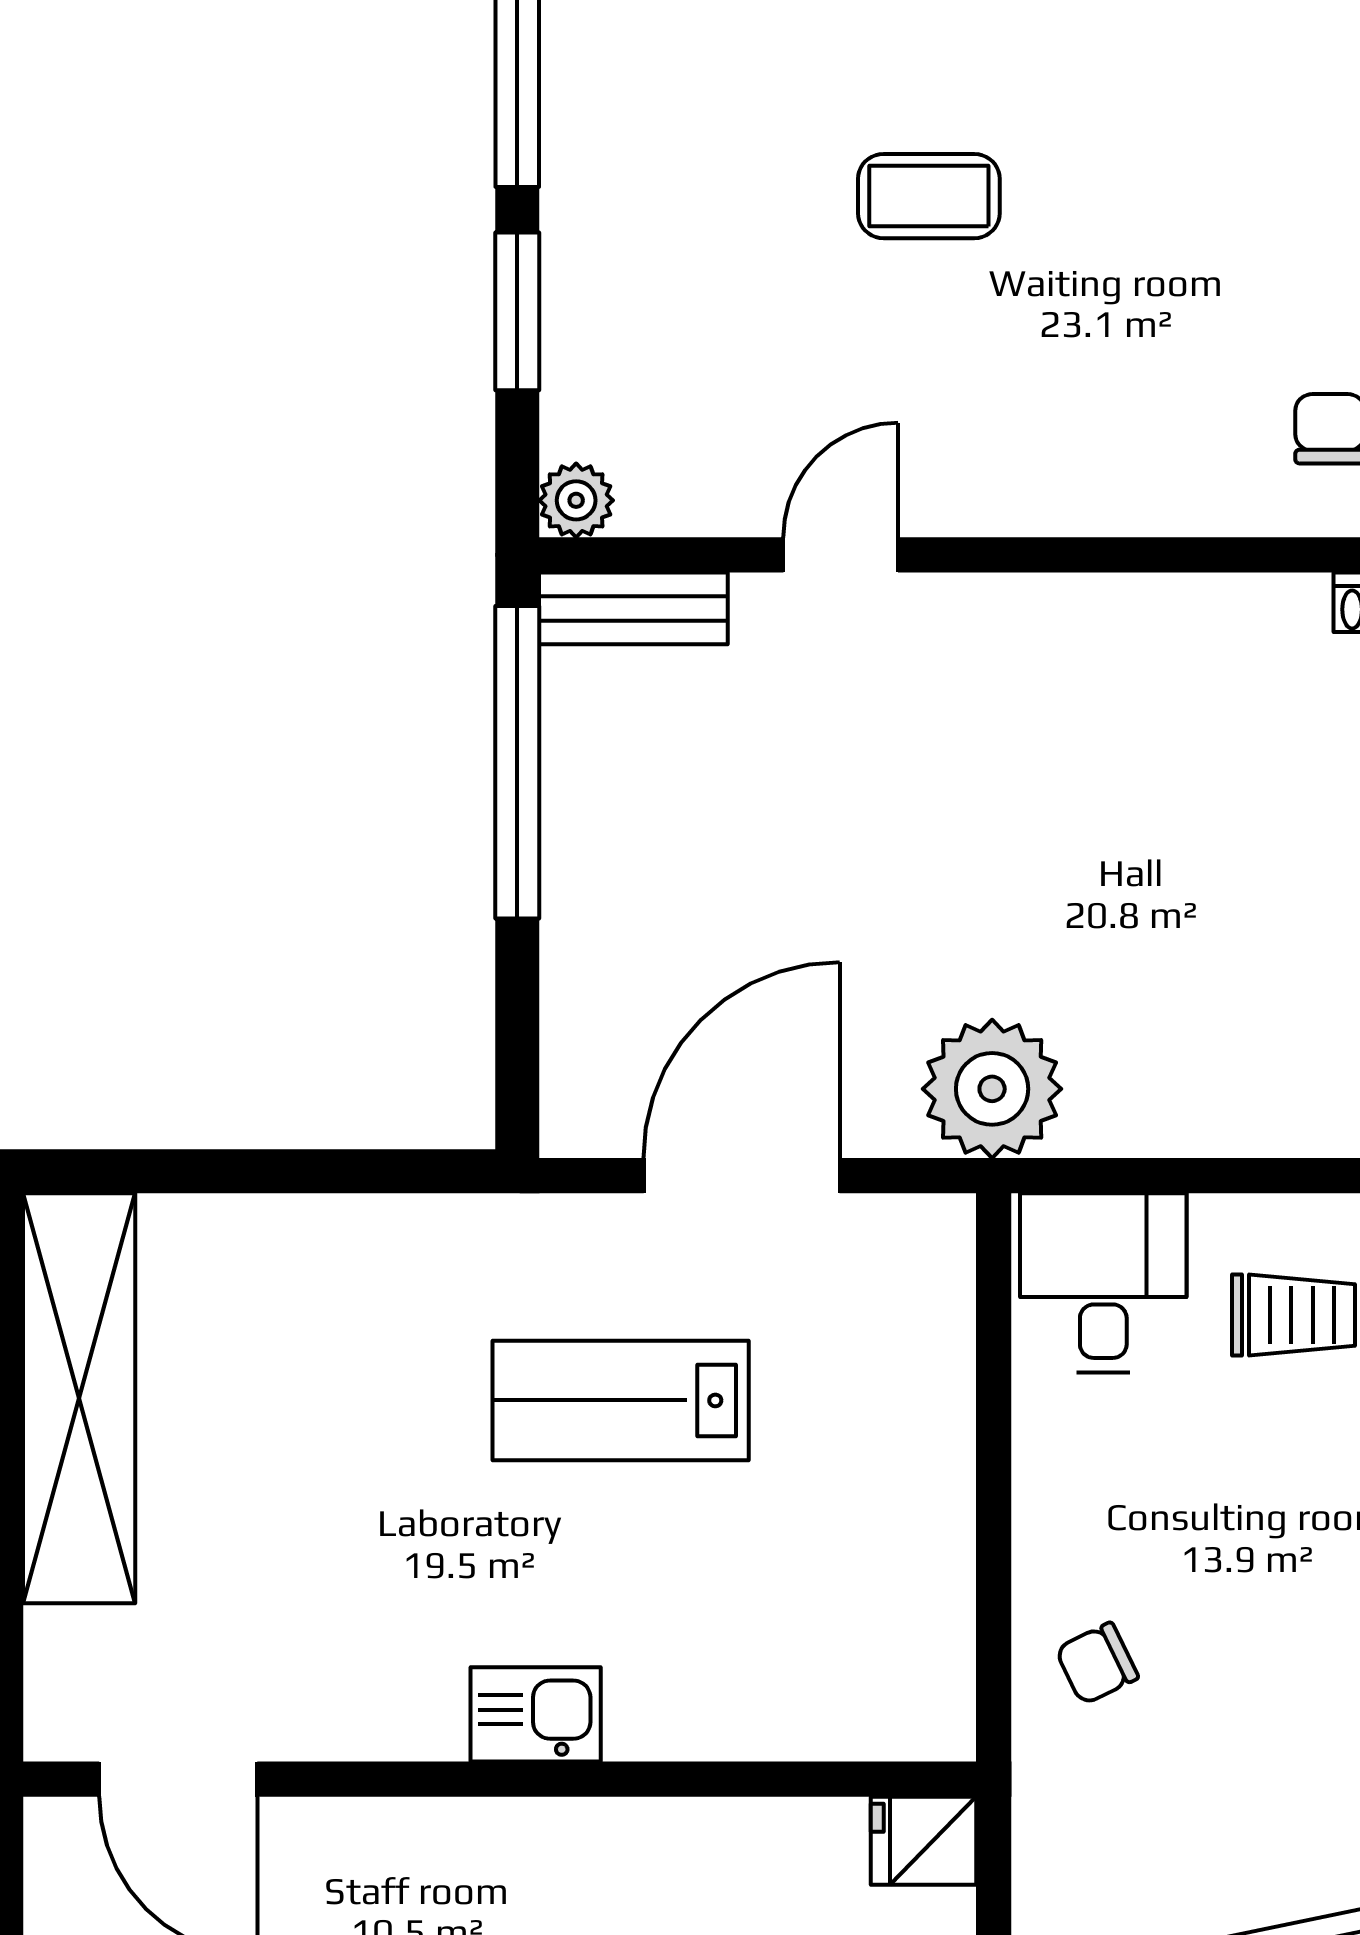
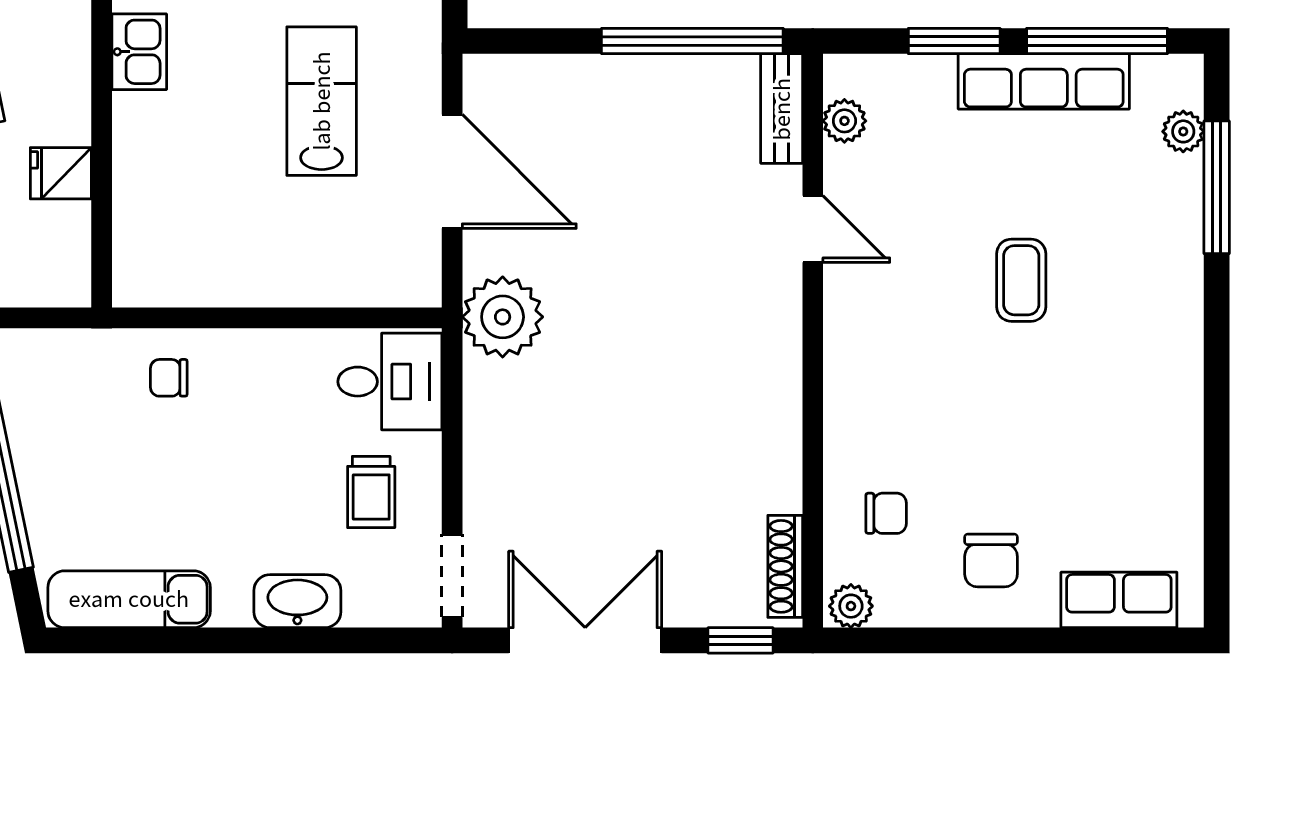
row of seats: (587, 157) -> (1044, 81), added
plant: (576, 500) -> (844, 121), moved
chair: (1097, 1663) -> (169, 378), turned -64
fridge: (924, 1841) -> (61, 173), moved, turned -90

